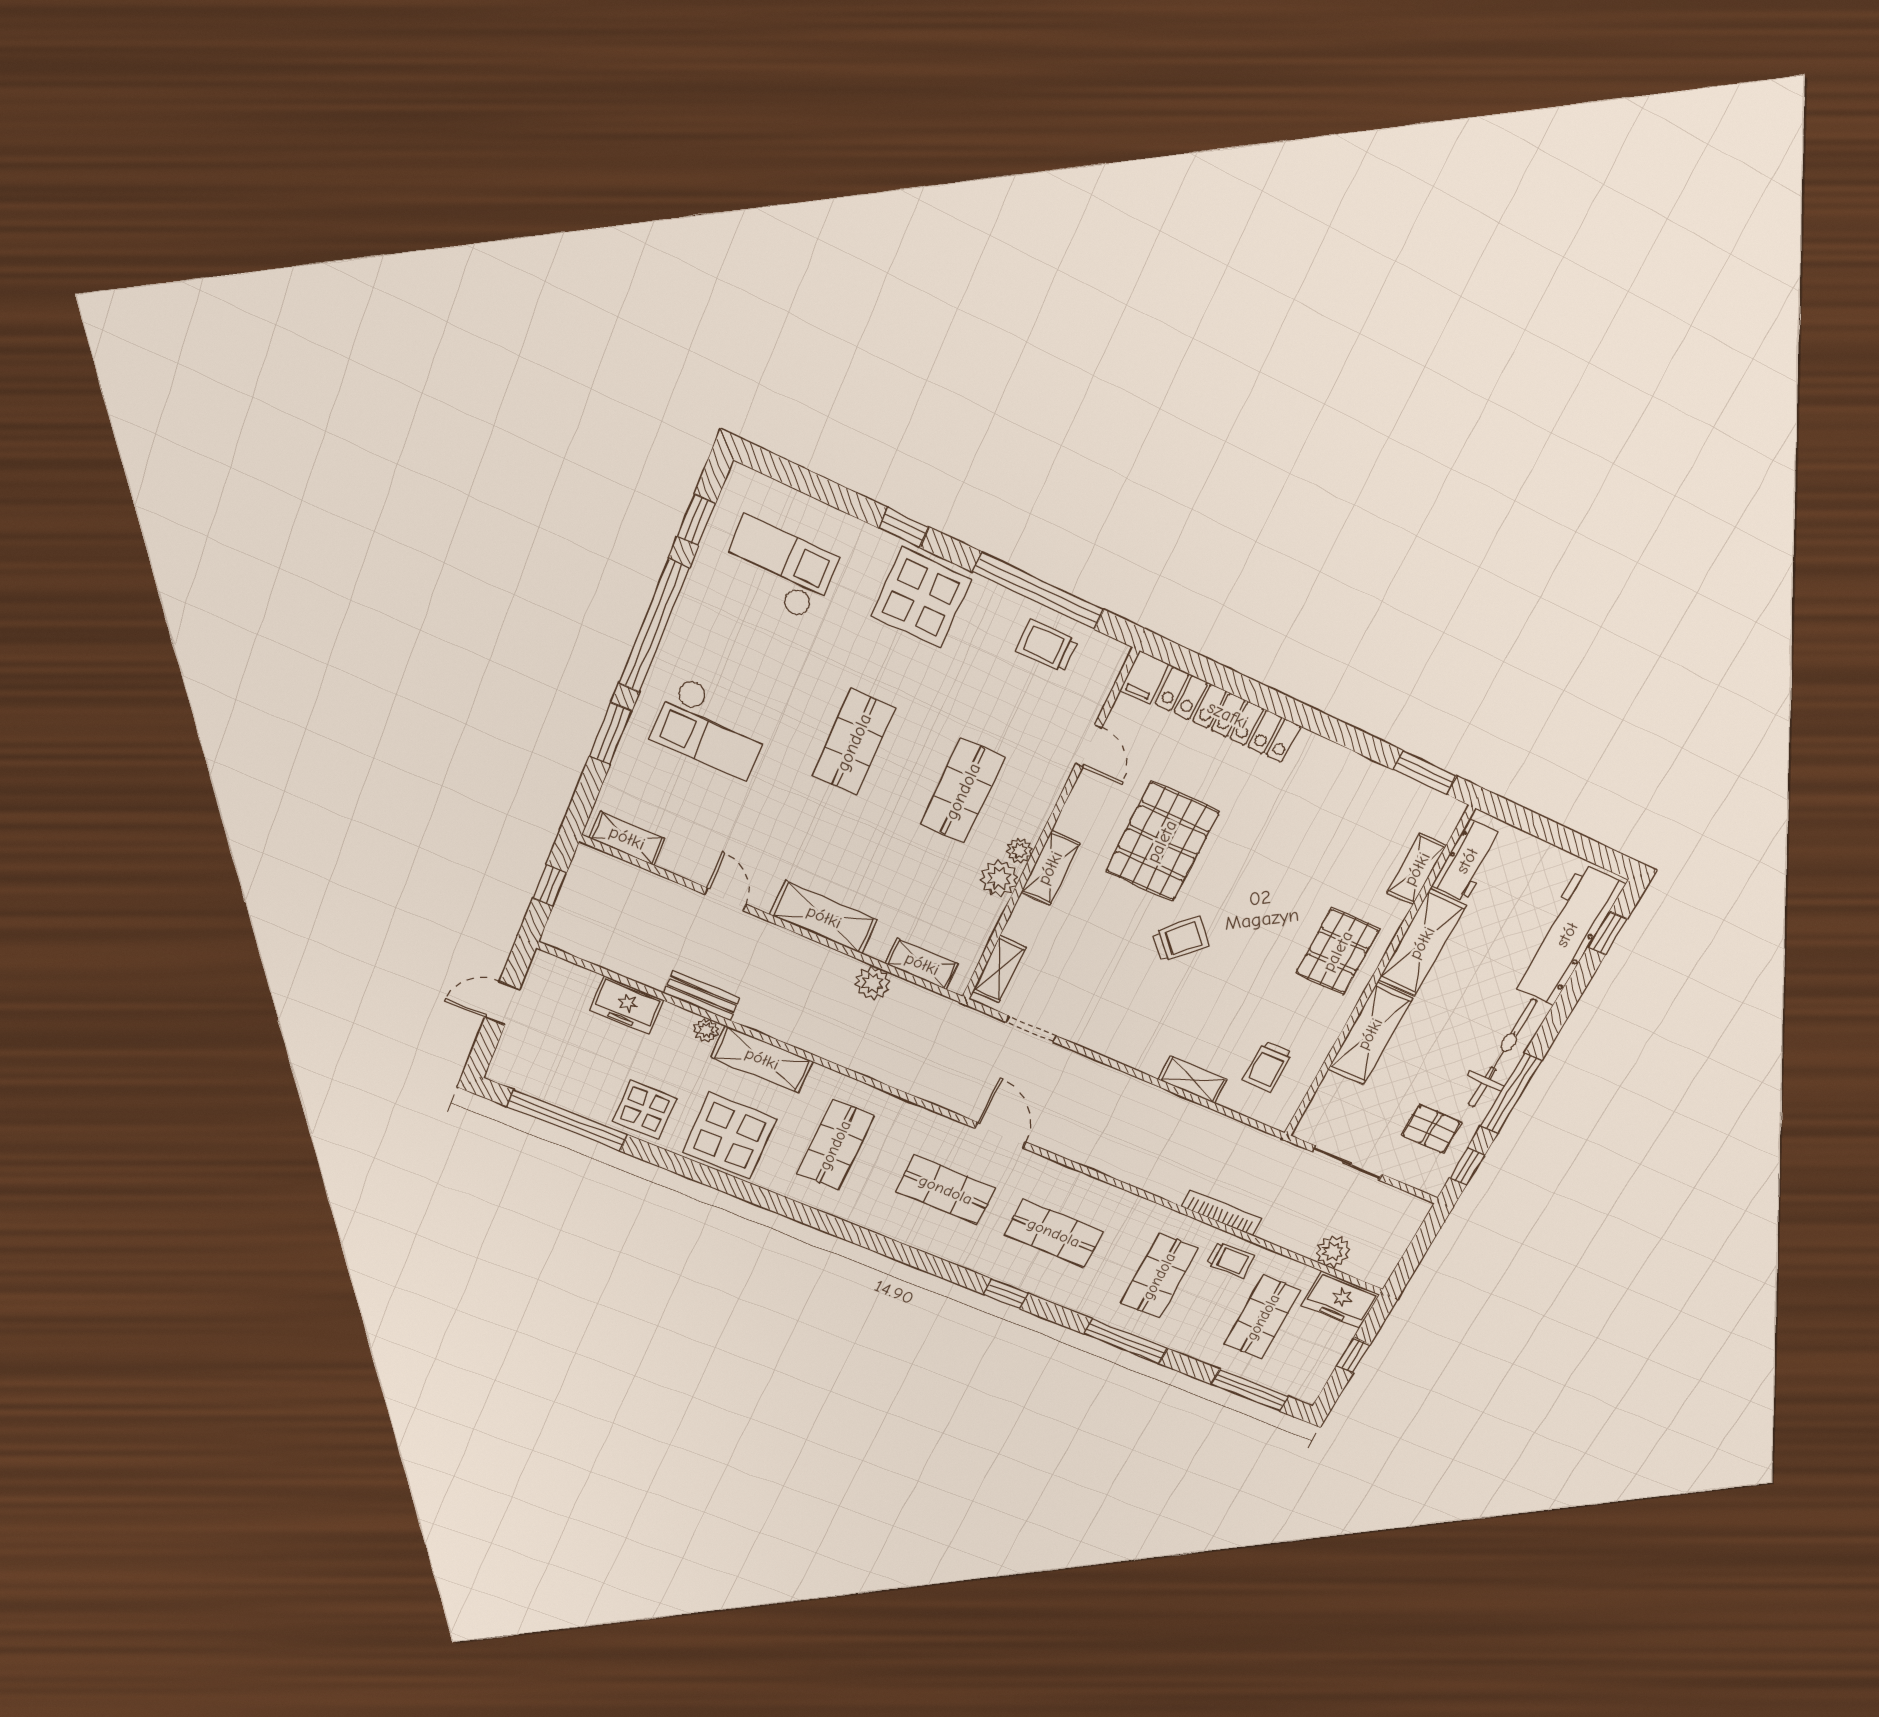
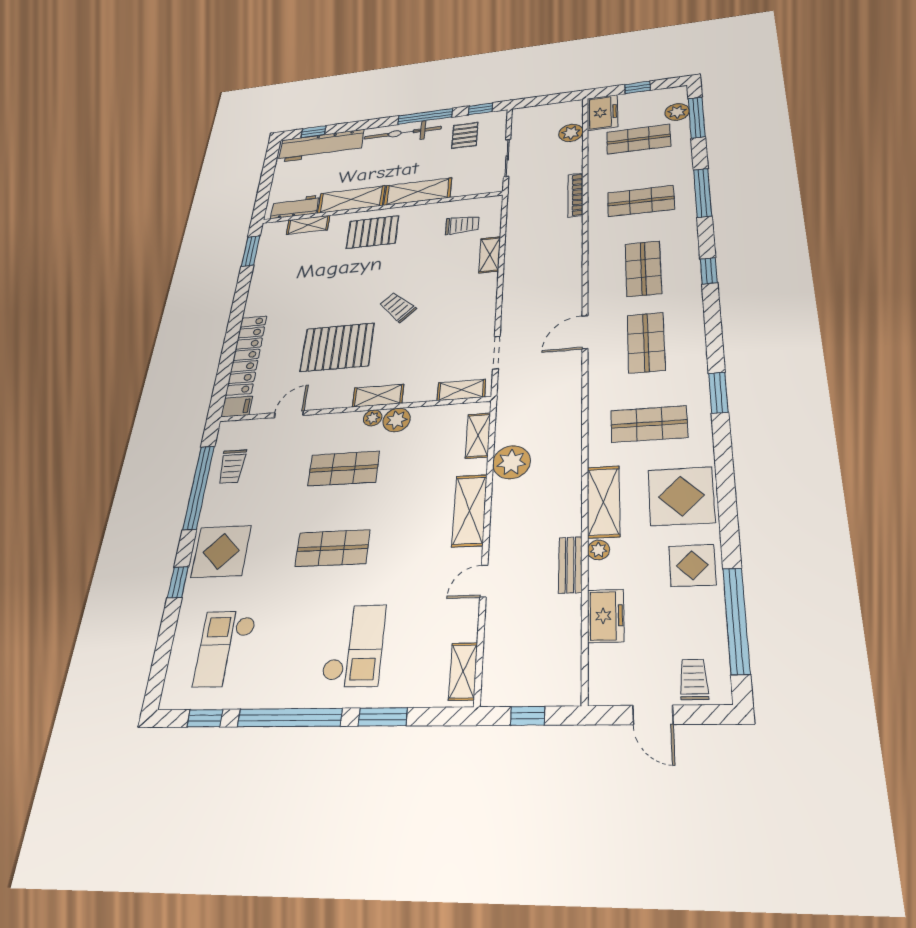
plant: (873, 983) -> (511, 462), width x1.36, depth x1.36
window: (837, 1227) -> (718, 393), added
trolley: (1230, 1260) -> (694, 679), moved
plant: (1276, 1376) -> (677, 112), added

